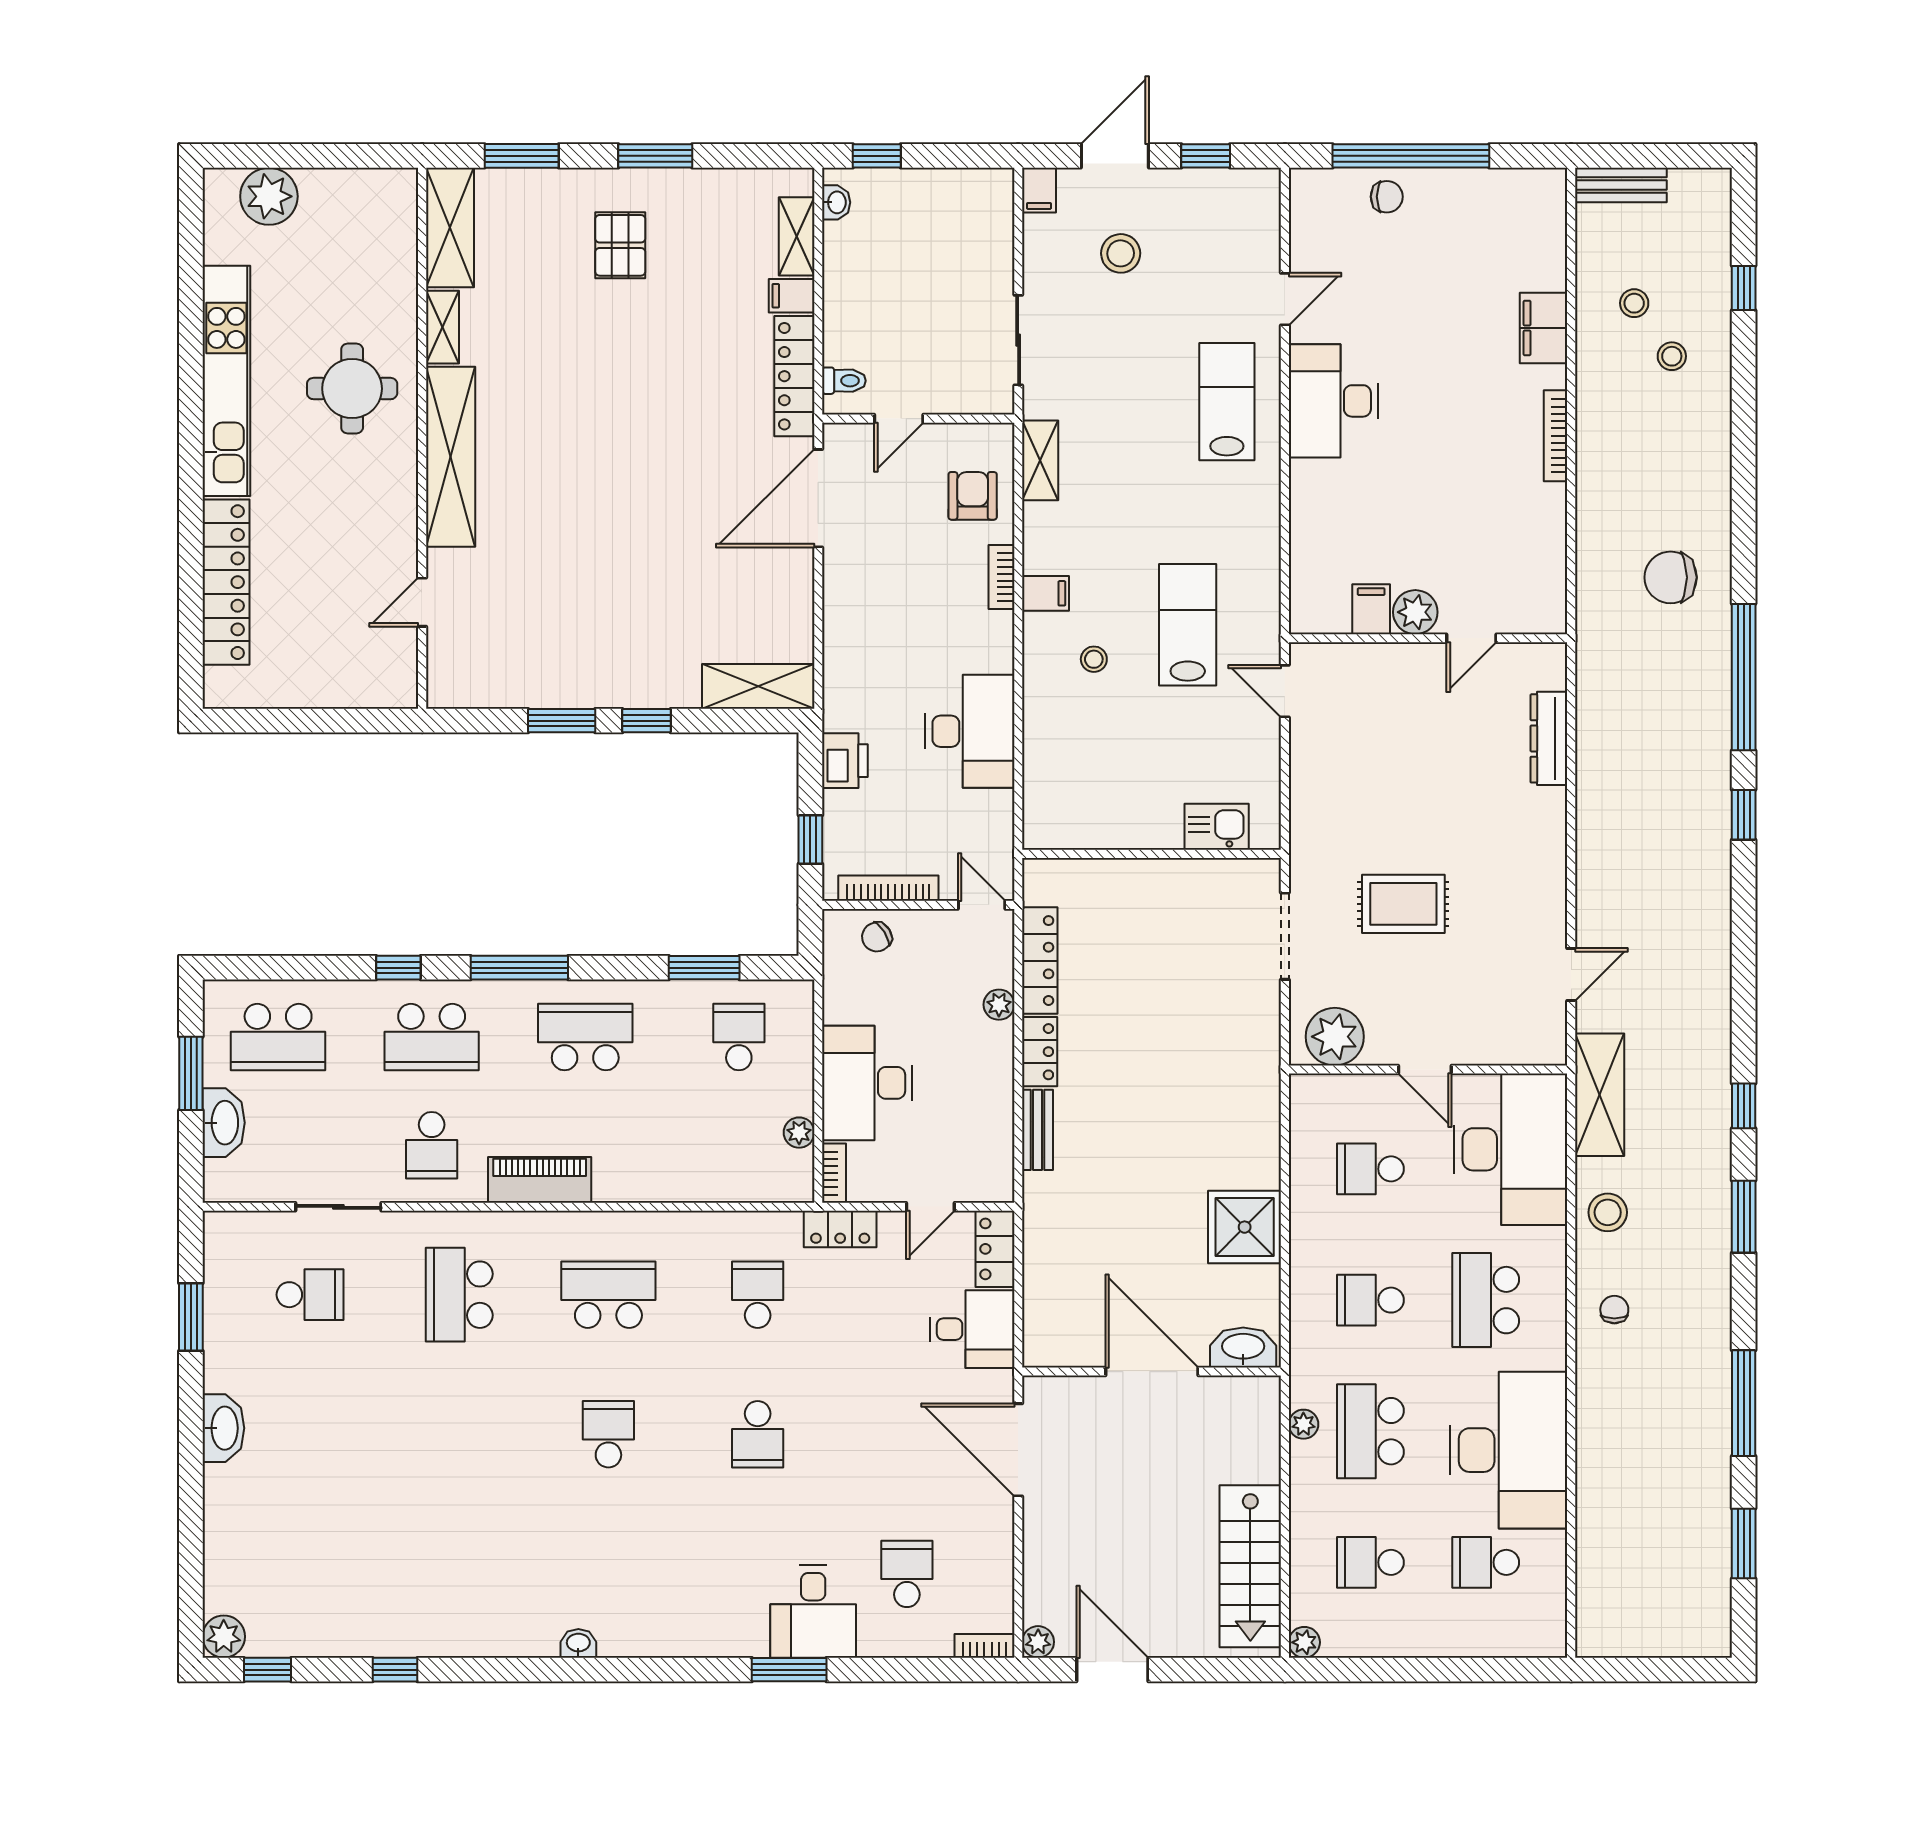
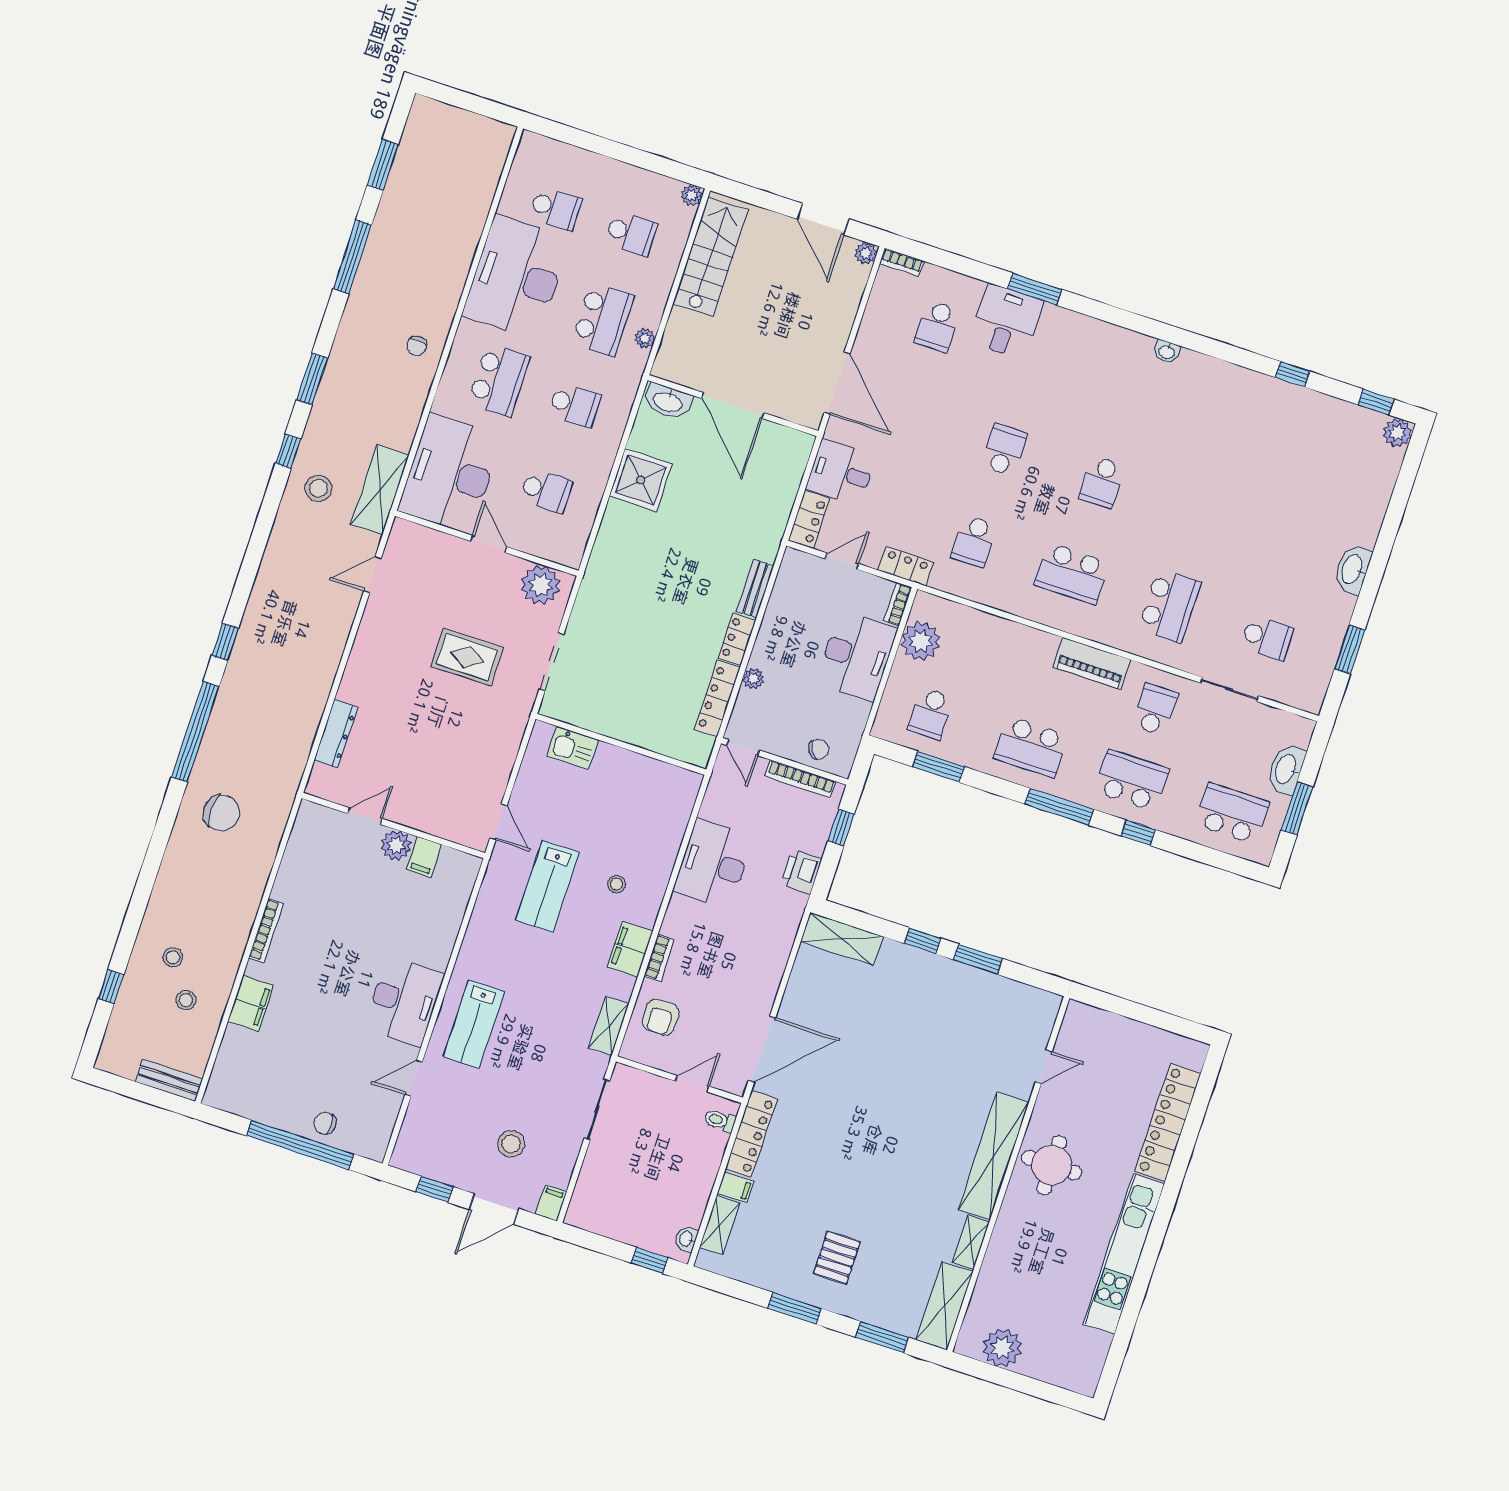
plant: (269, 196) -> (1002, 1348), moved
round table: (352, 389) -> (1052, 1165), moved
filing cabinet: (1045, 593) -> (630, 949), width x2.00
plant: (799, 1133) -> (921, 641), width x1.88, depth x1.88
stool: (1608, 1212) -> (318, 488), moved
school desk: (310, 1295) -> (1267, 638), turned 180

